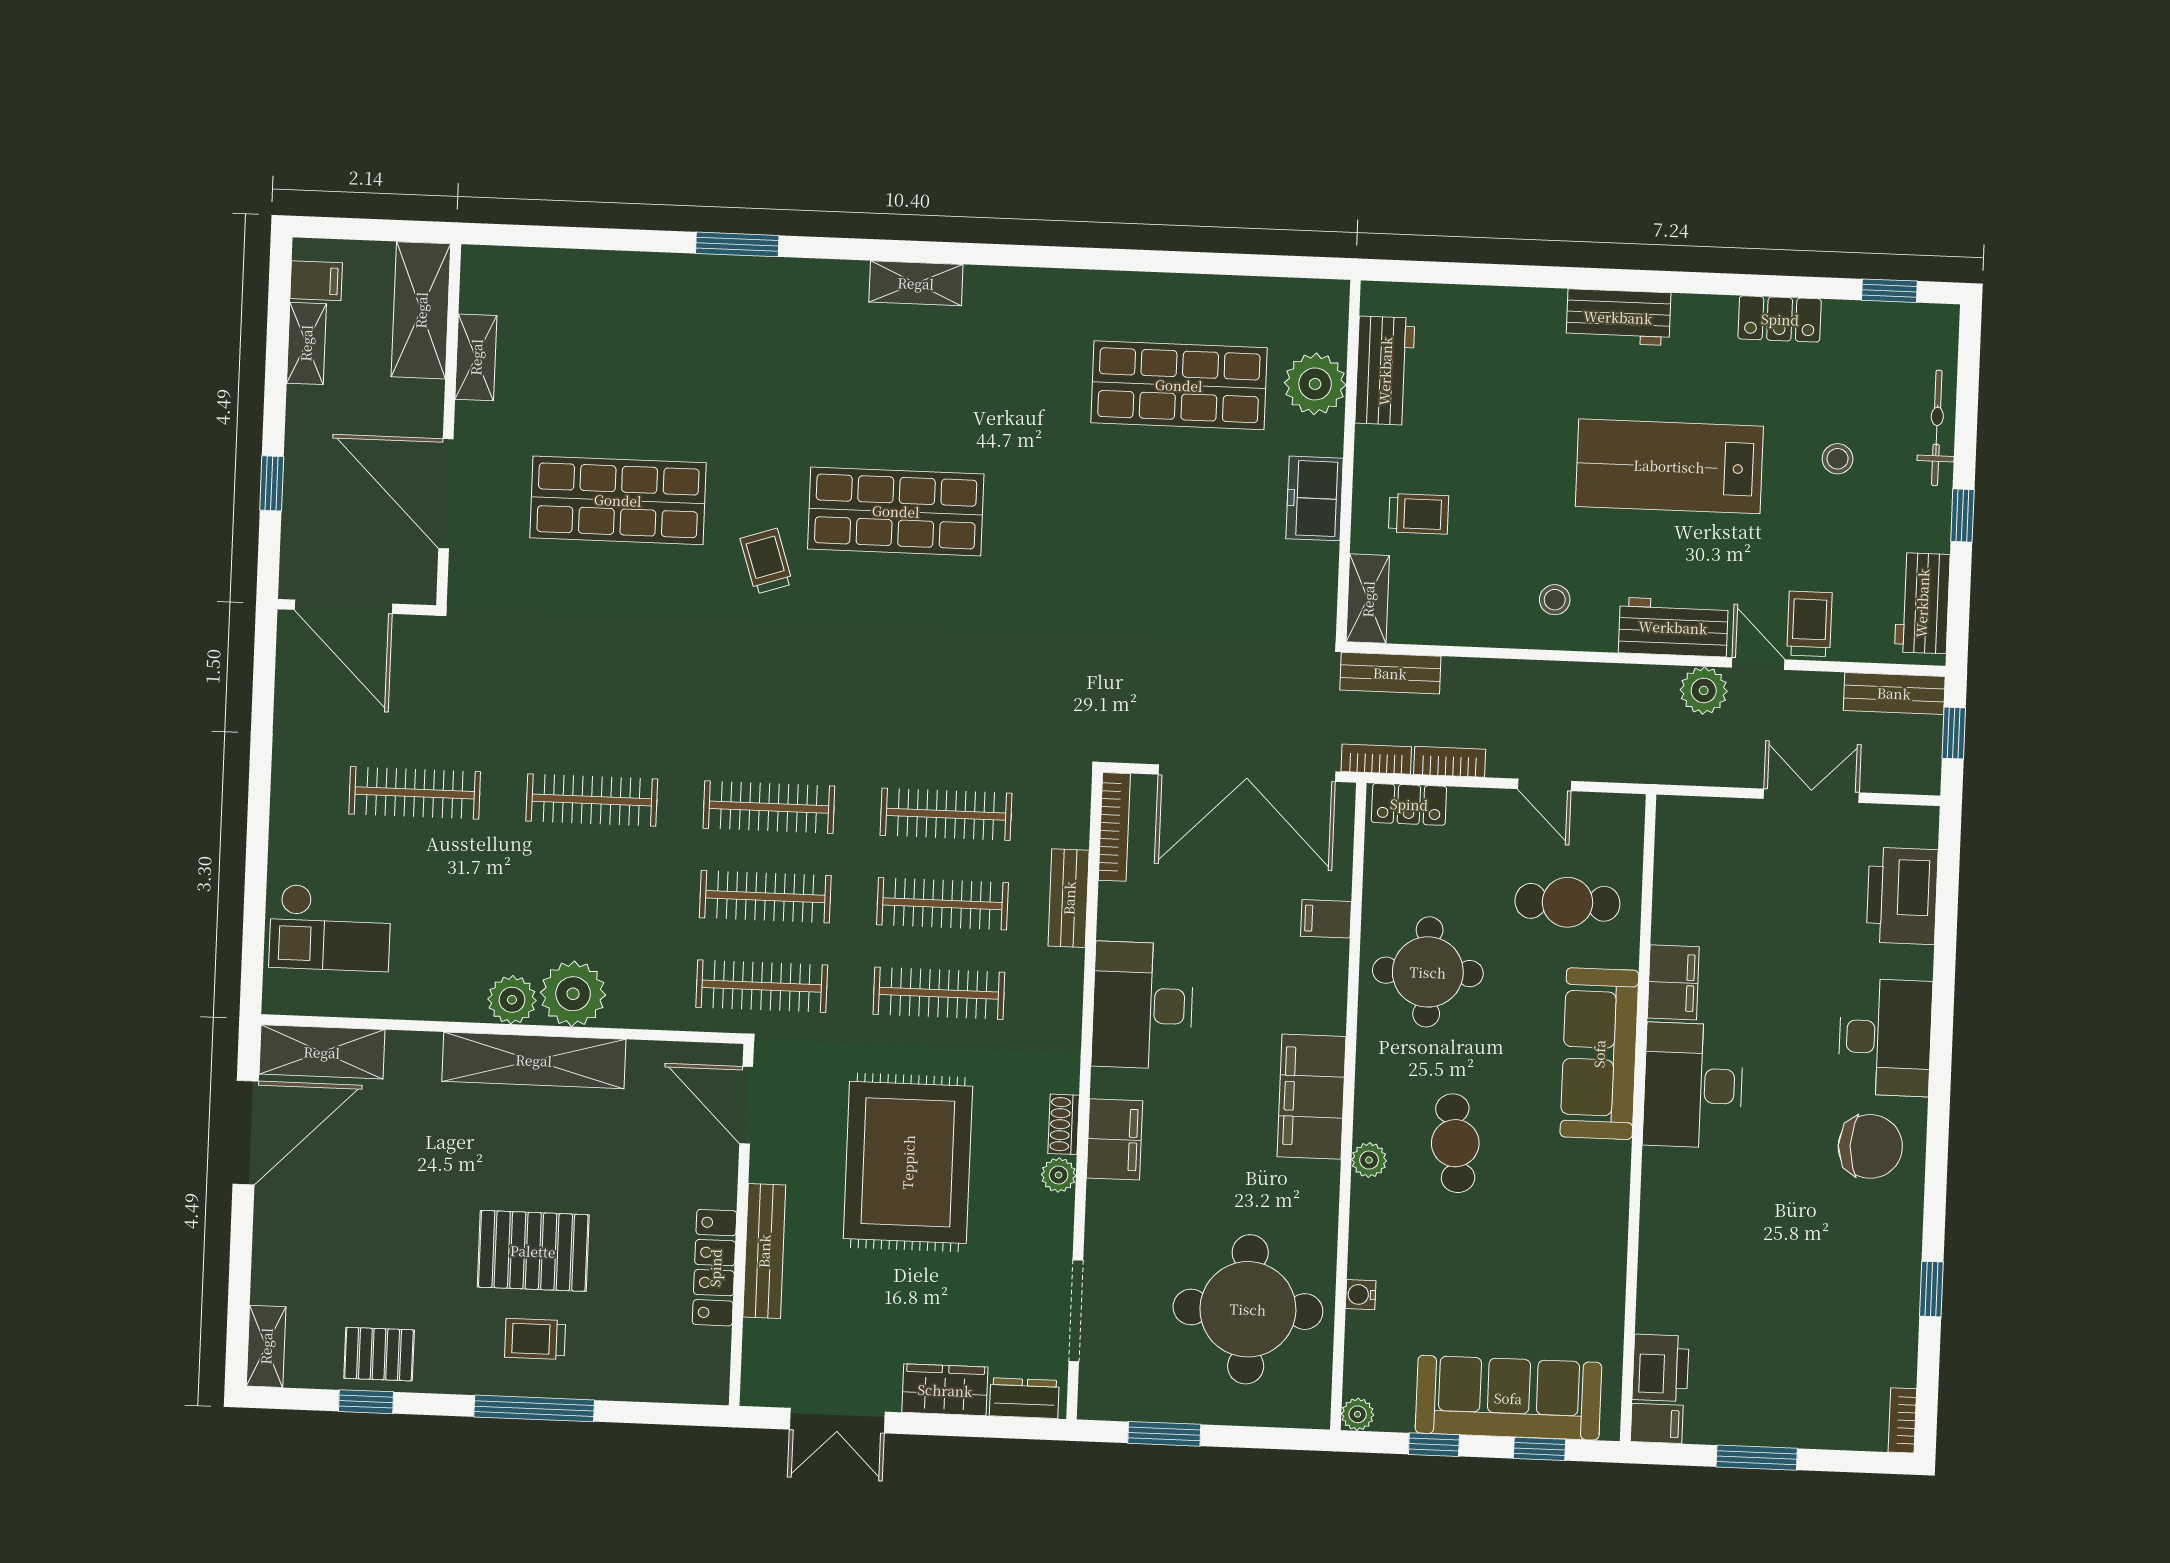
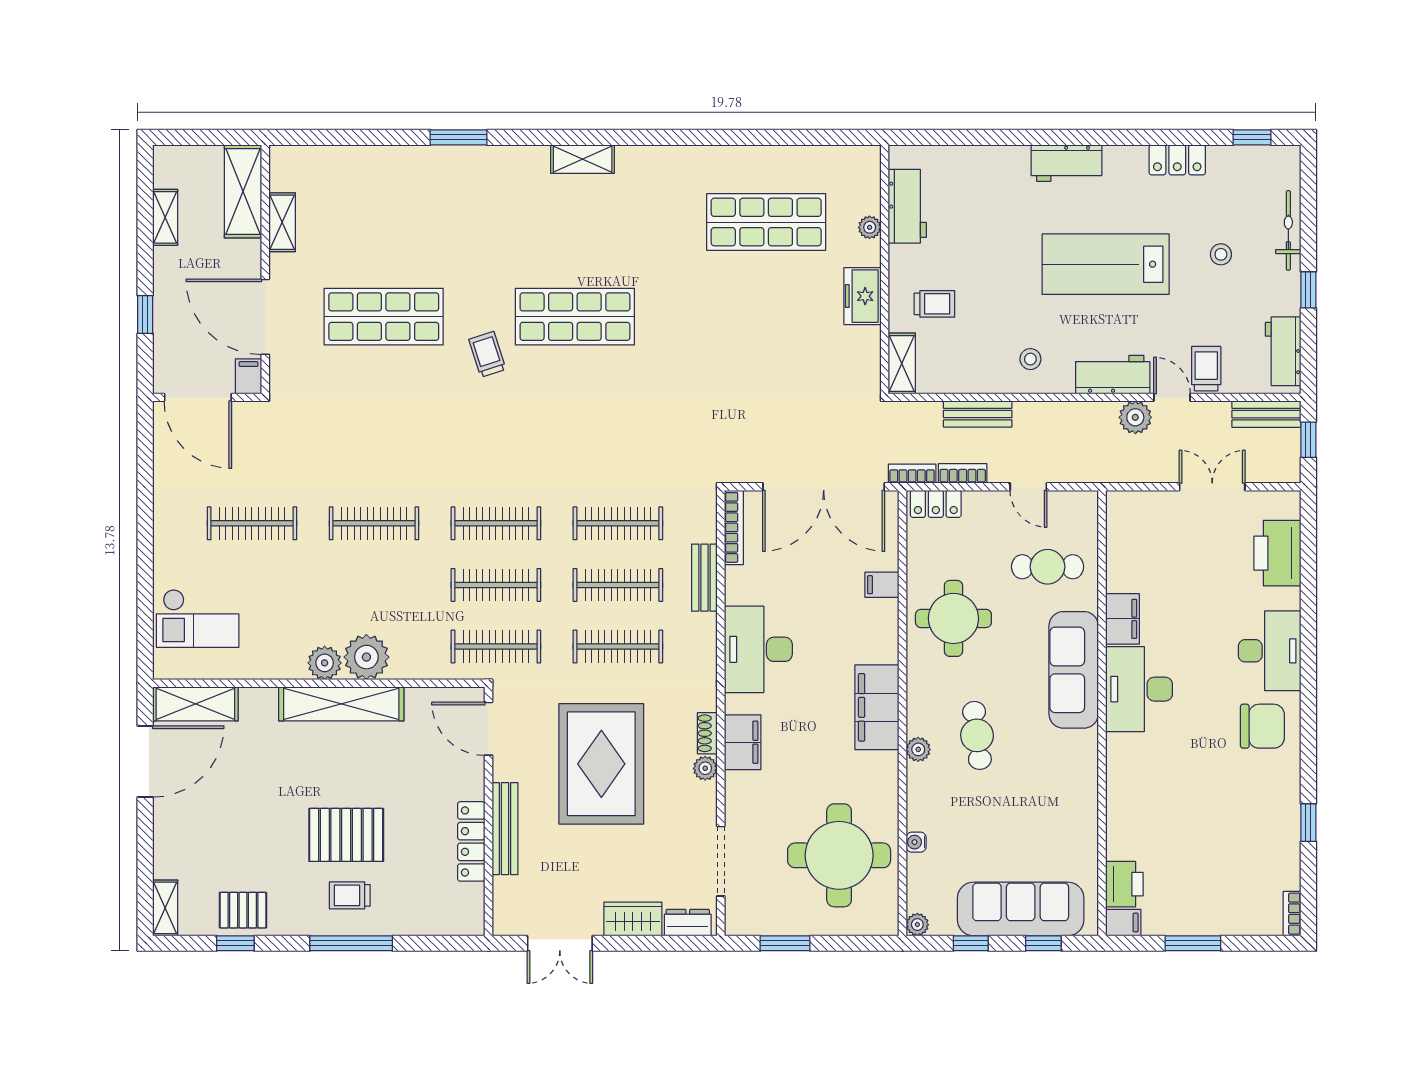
filing cabinet: (316, 281) -> (248, 376), moved, turned -90
plant: (1315, 384) -> (870, 227), width x0.53, depth x0.53
bench: (1390, 673) -> (978, 414), moved

